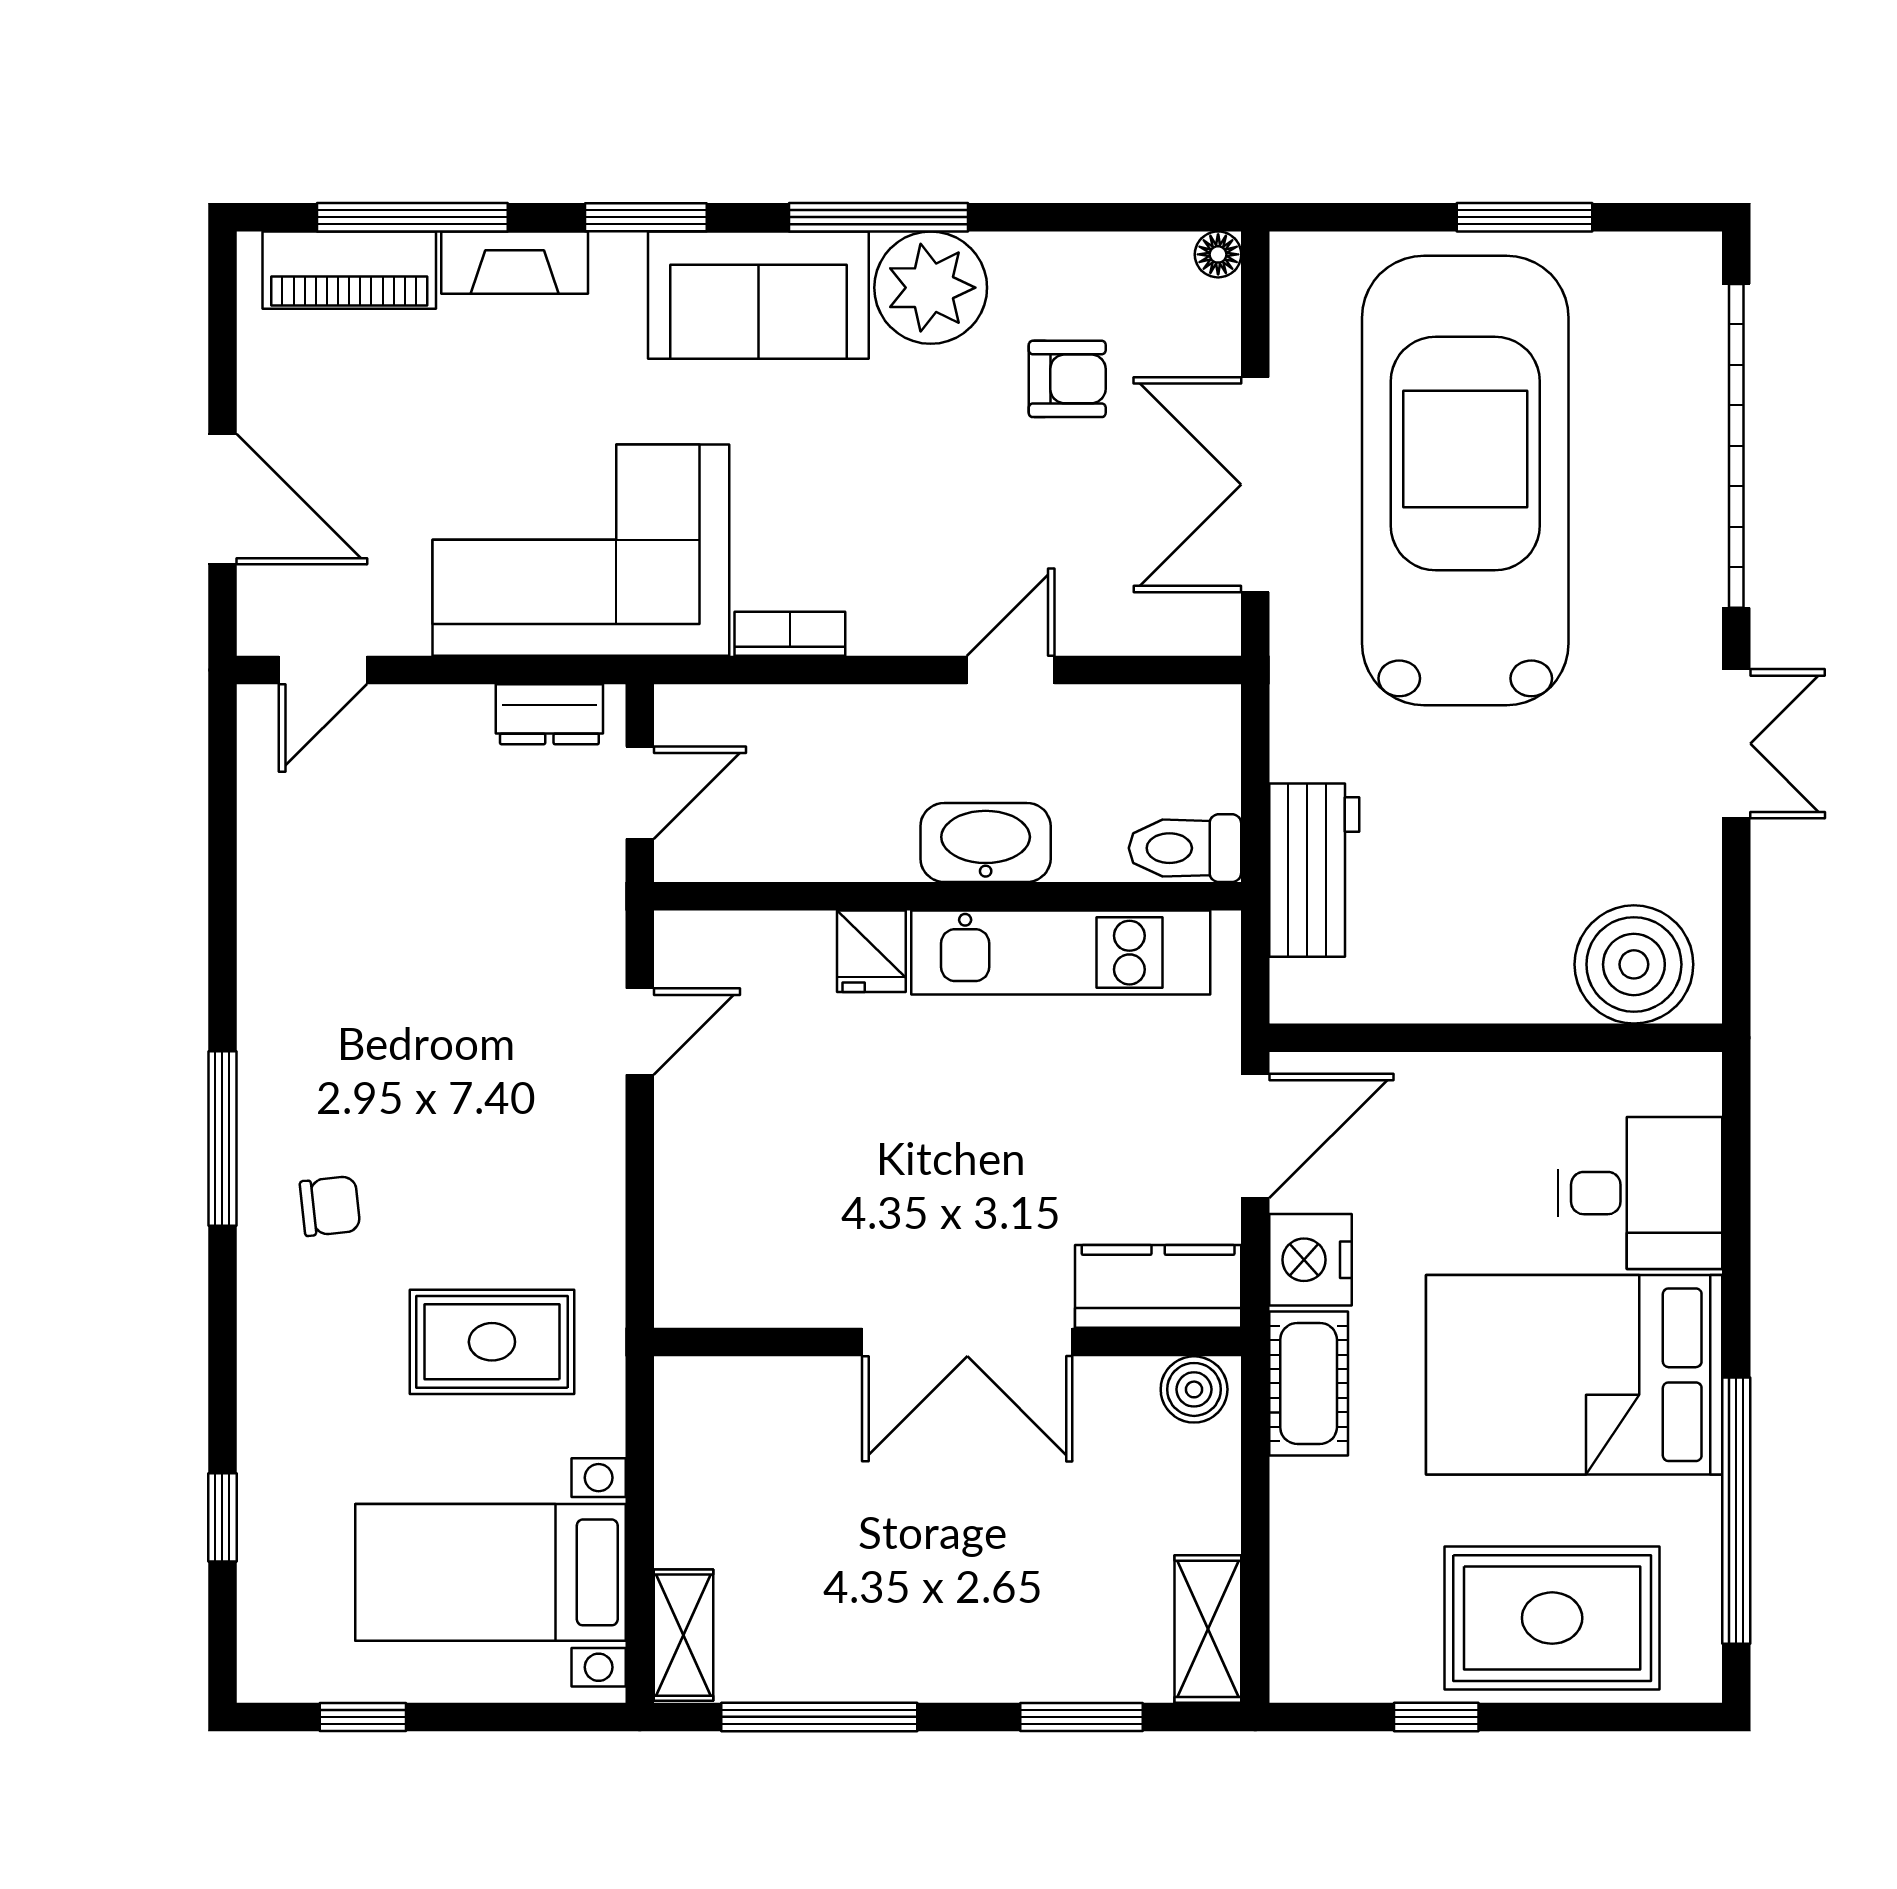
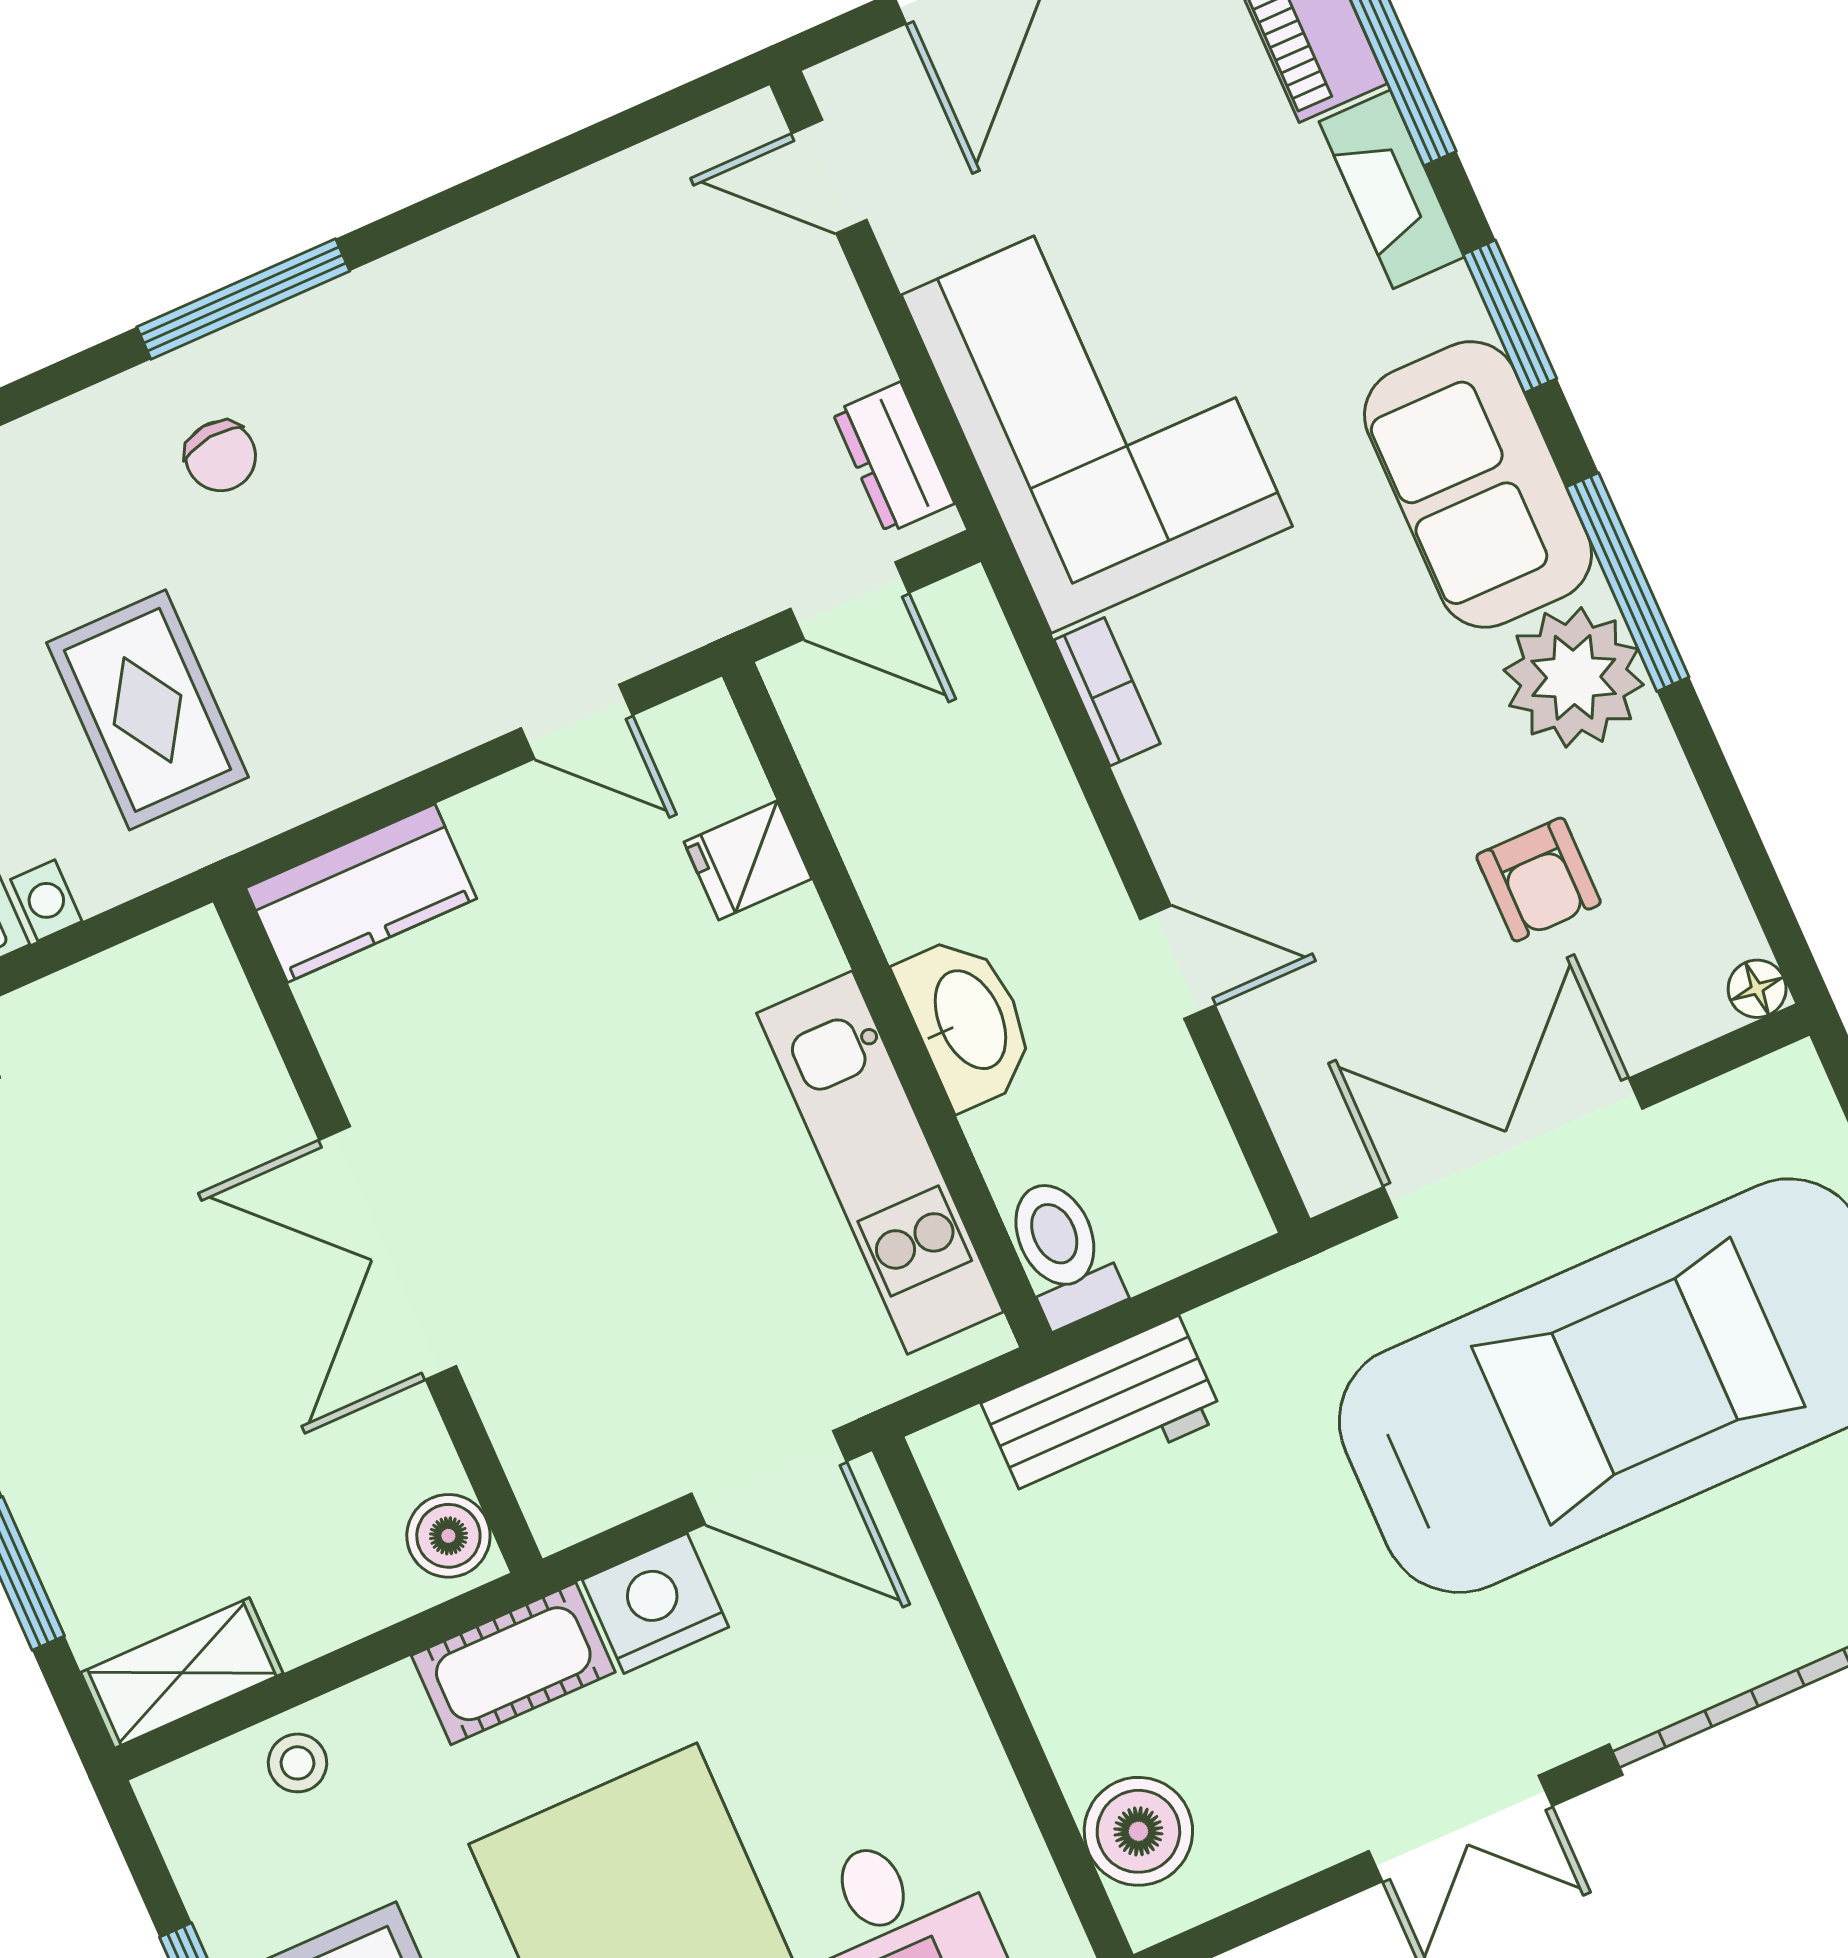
fridge: (871, 951) -> (748, 860), moved
boiler: (1634, 964) -> (1138, 1831), width x0.73, depth x0.73
kitchen counter: (1158, 1286) -> (361, 893), moved, turned 90
stool: (1311, 1574) -> (297, 1763), added

